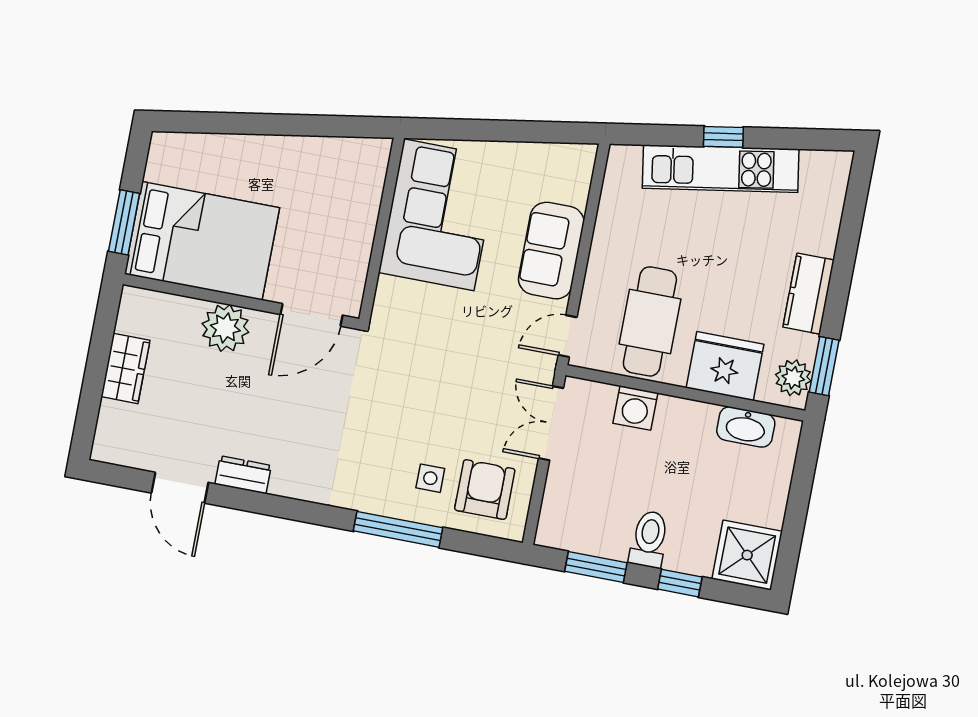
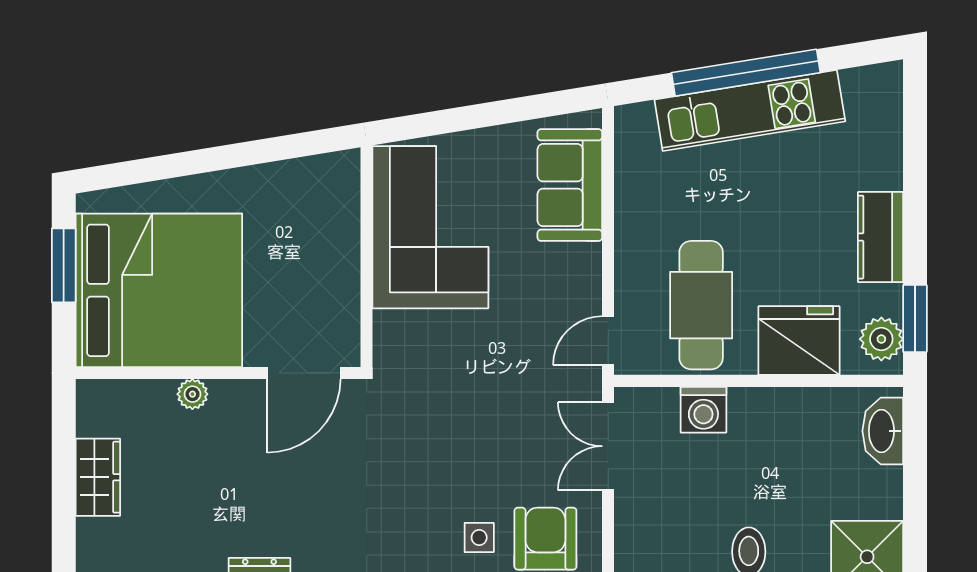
window: (723, 137) -> (746, 73), width x3.17
window: (124, 222) -> (64, 265), moved
bed: (202, 241) -> (159, 290), width x1.36
sofa: (551, 251) -> (570, 185), moved
plant: (225, 328) -> (192, 394), width x0.53, depth x0.53
washbasin: (746, 427) -> (883, 431), moved, turned 90

